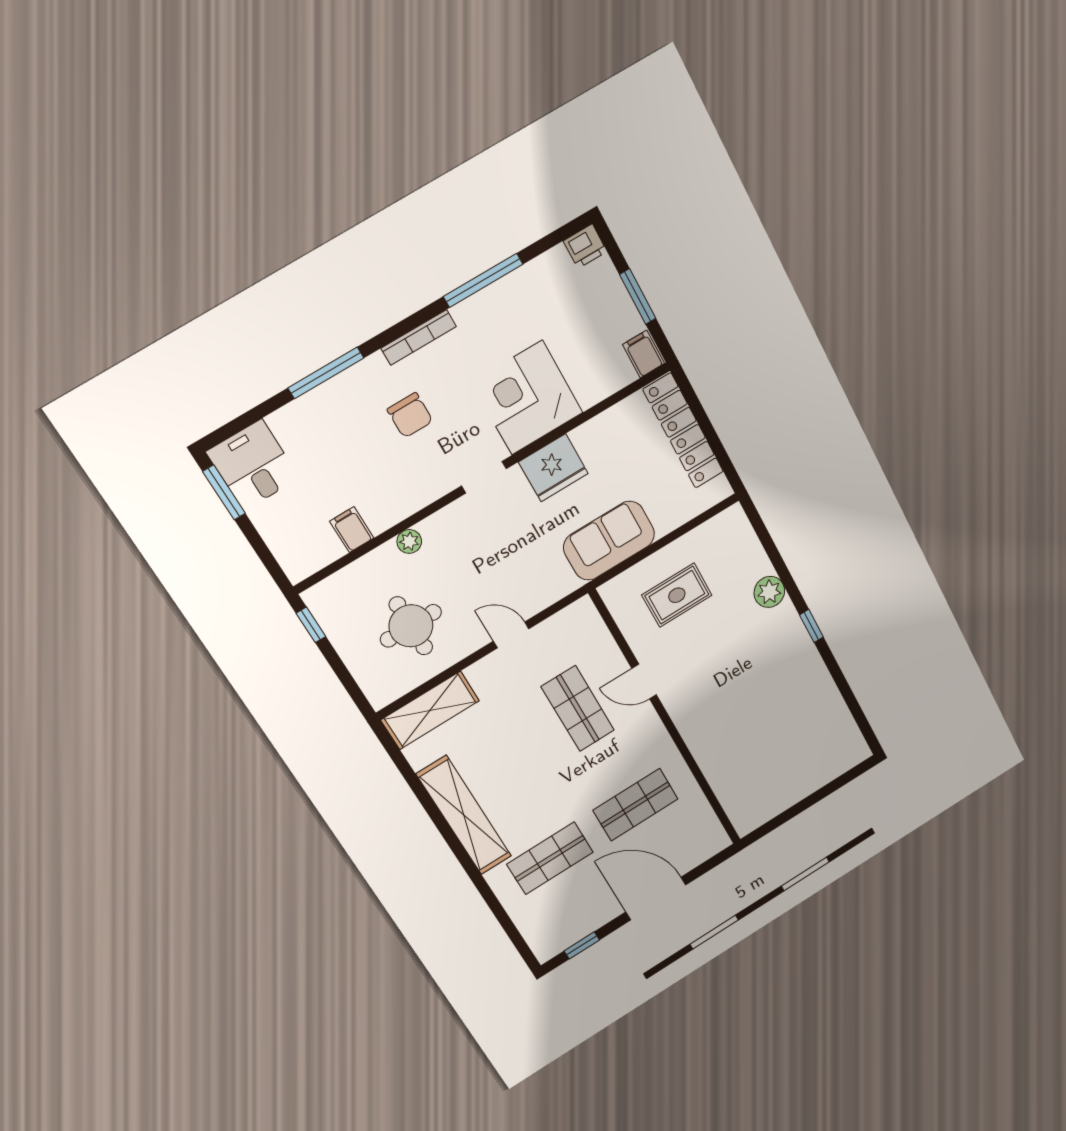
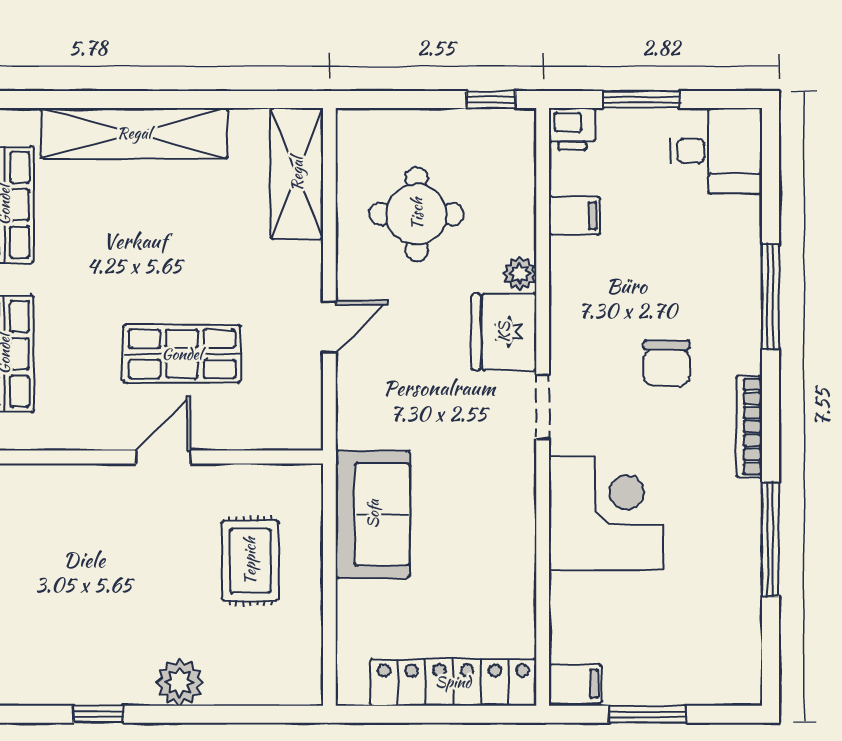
printer: (585, 246) -> (572, 129), moved, turned -90
chair: (410, 415) -> (667, 363), turned -90
fridge: (553, 468) -> (504, 332), moved
window: (224, 492) -> (641, 100), moved

